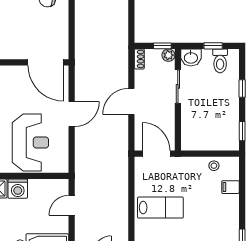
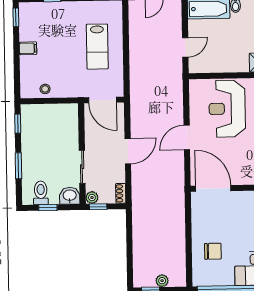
window: (242, 89) -> (18, 166), width x1.50
filing cabinet: (230, 187) -> (28, 48), moved
washing machine: (18, 189) -> (239, 63), removed
lab bench: (160, 208) -> (97, 47), turned -90

